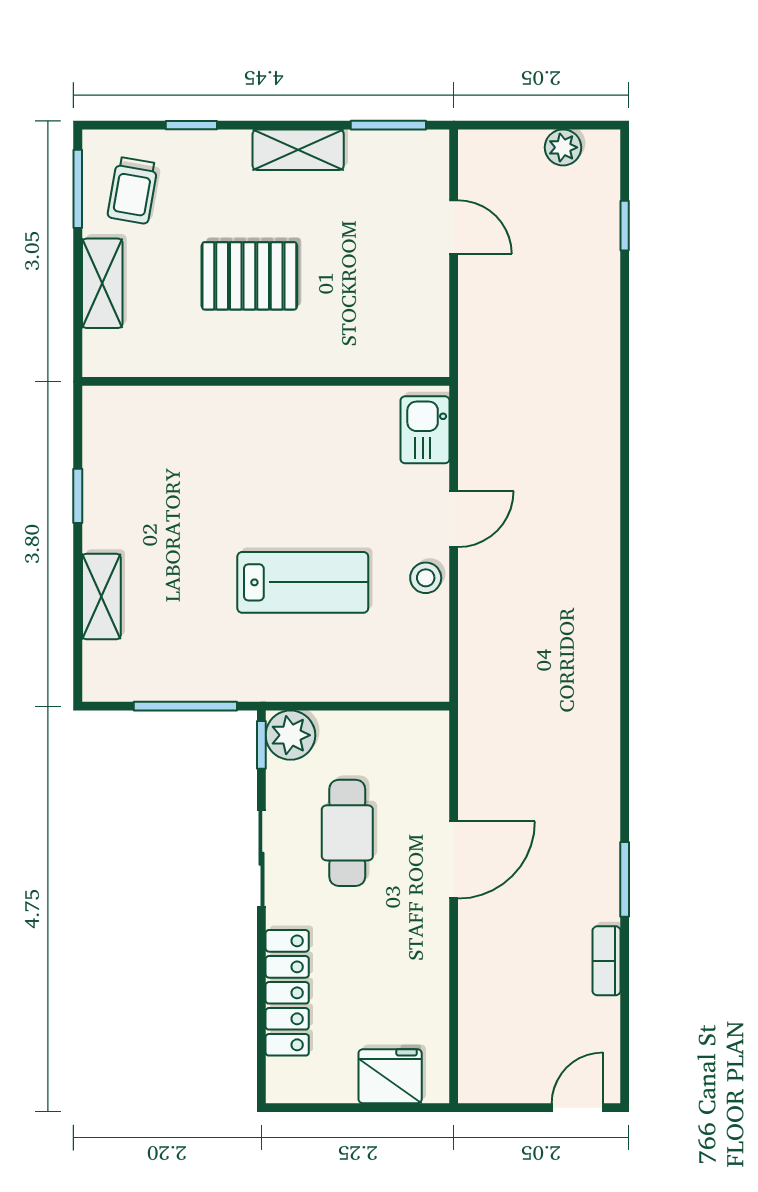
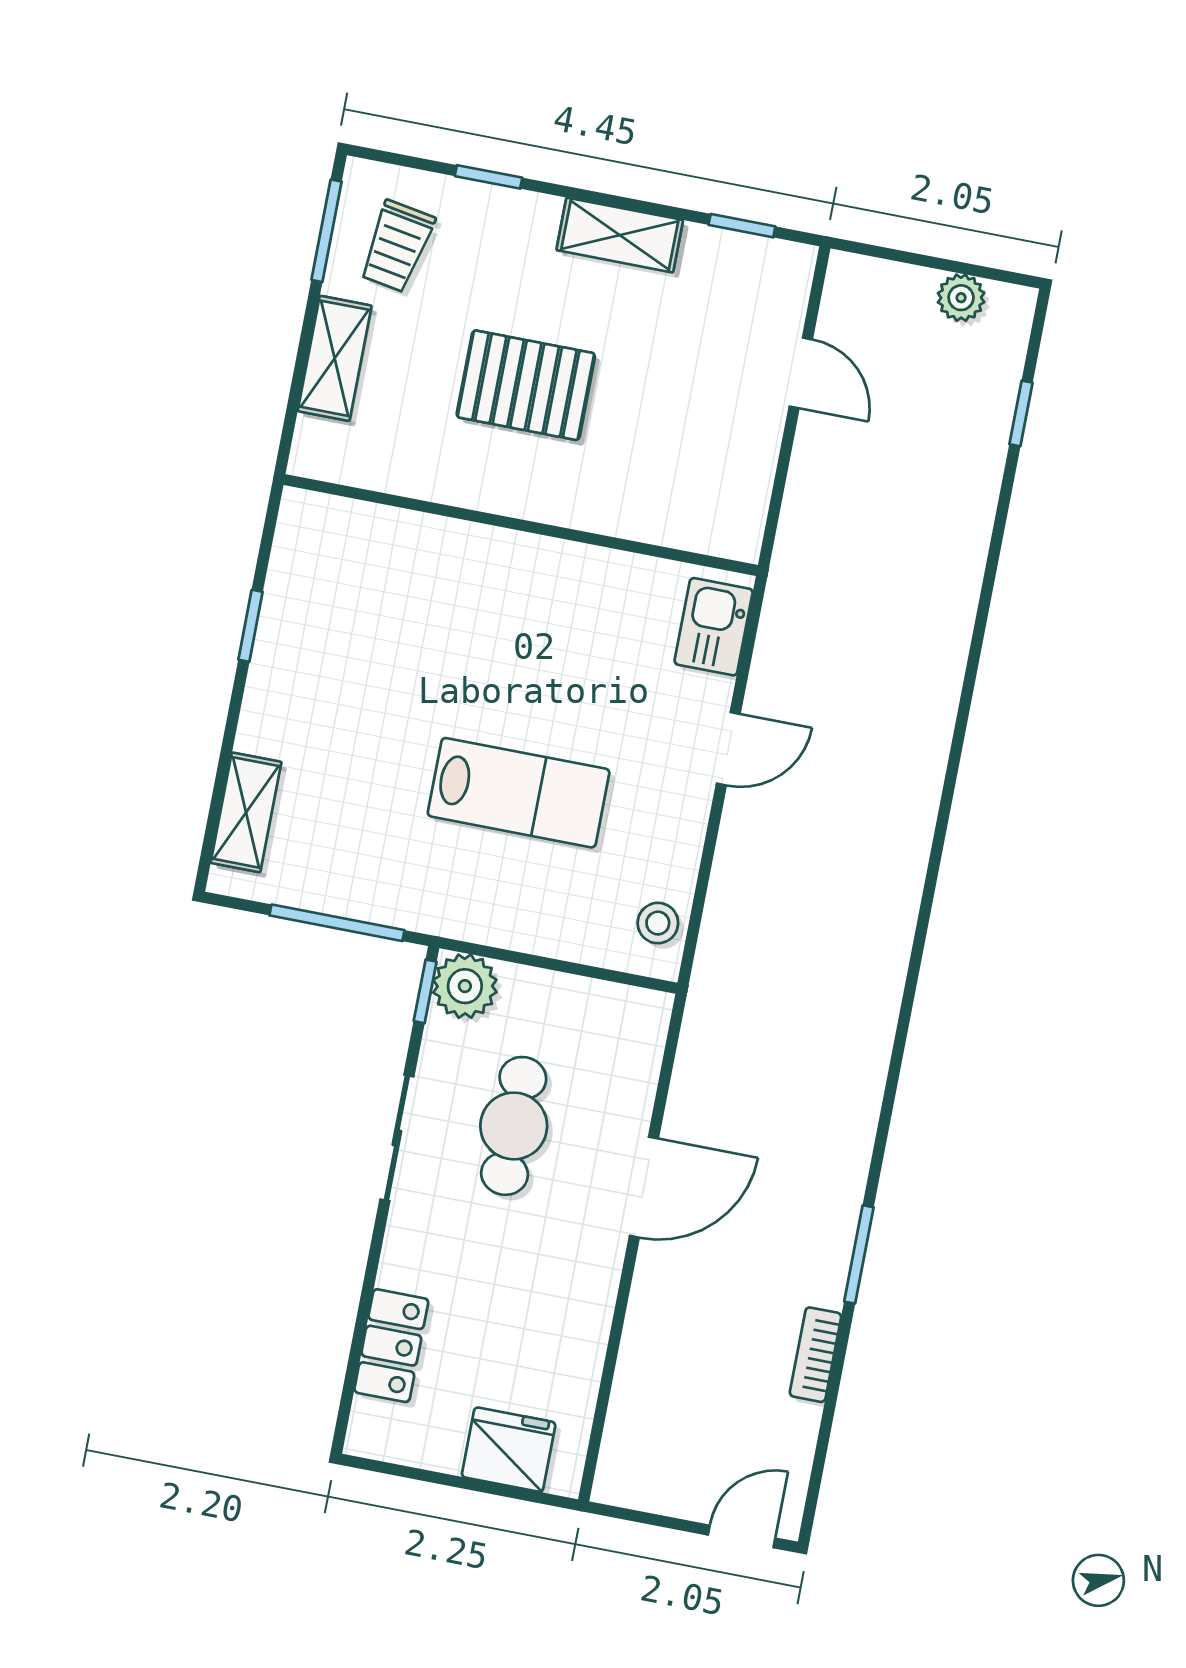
window: (388, 125) -> (742, 226), width x0.67
stool: (426, 578) -> (658, 923), moved
shelving: (101, 597) -> (246, 812), moved
locker: (287, 993) -> (391, 1346), width x0.66

